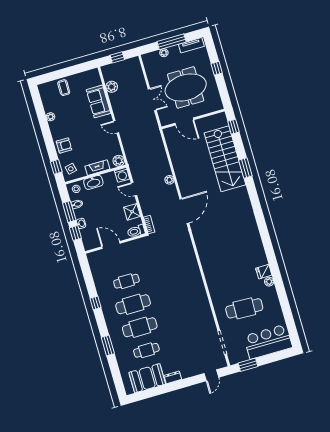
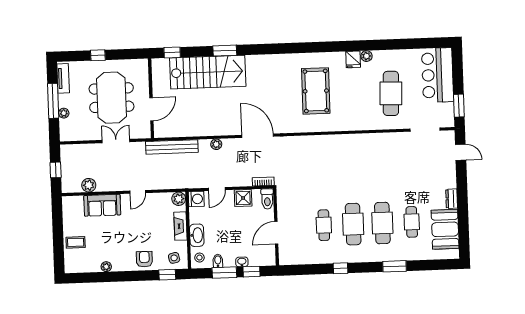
bench: (158, 145) -> (172, 147), added
pool table: (231, 248) -> (316, 91), added

